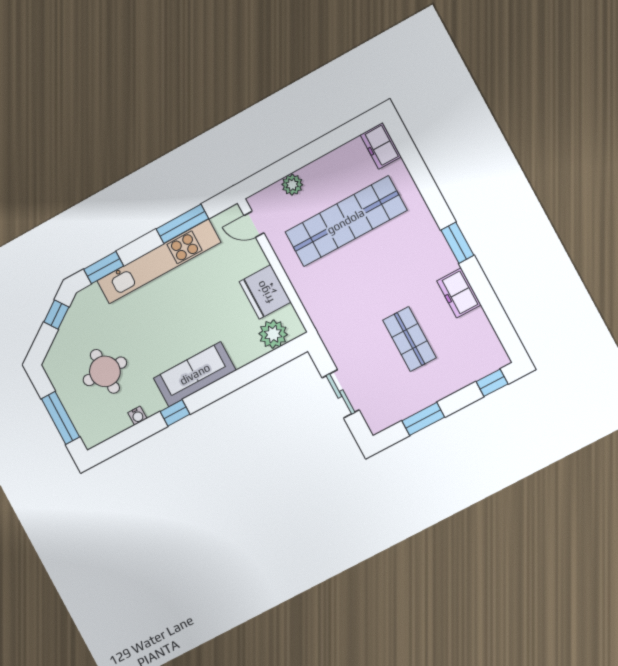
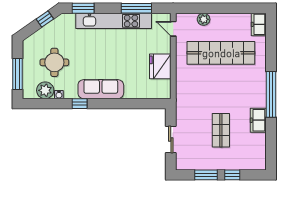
window: (457, 243) -> (271, 94), width x2.11
plant: (273, 334) -> (45, 90), moved
window: (492, 383) -> (232, 175), moved

